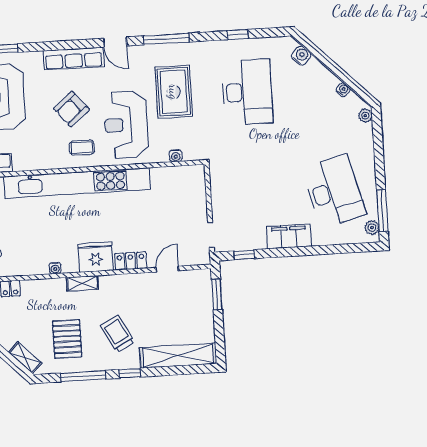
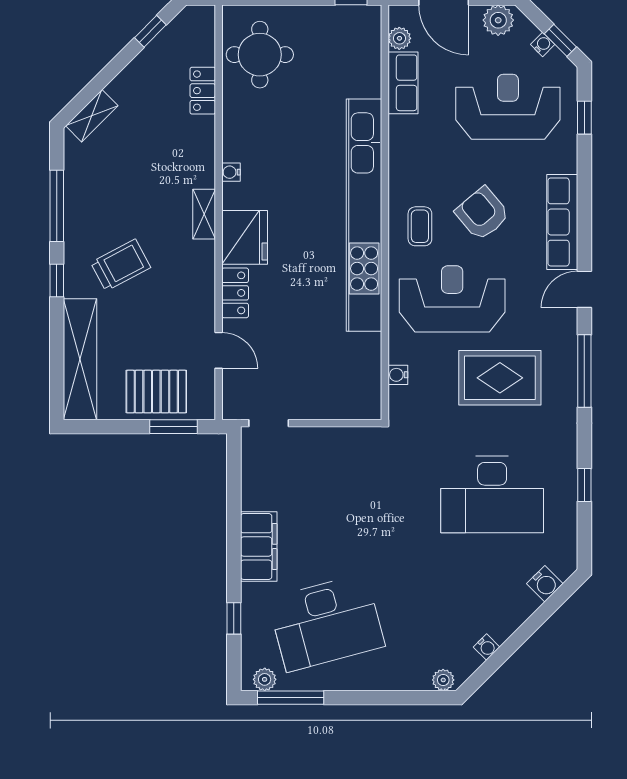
window: (244, 255) -> (234, 618), moved
pallet: (67, 339) -> (156, 392), moved

